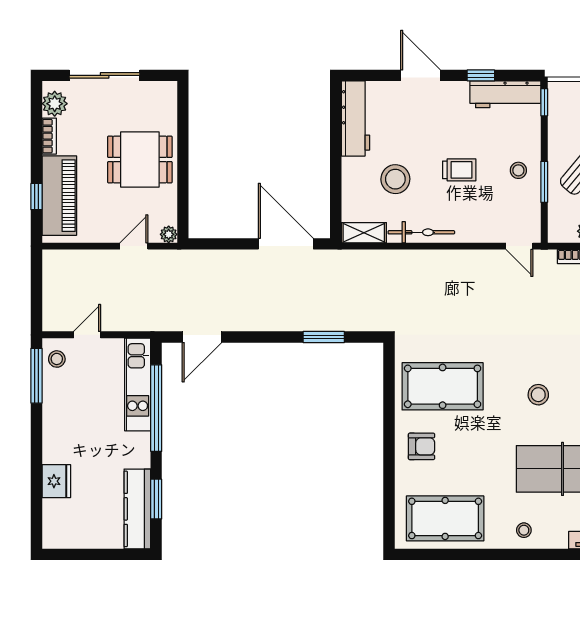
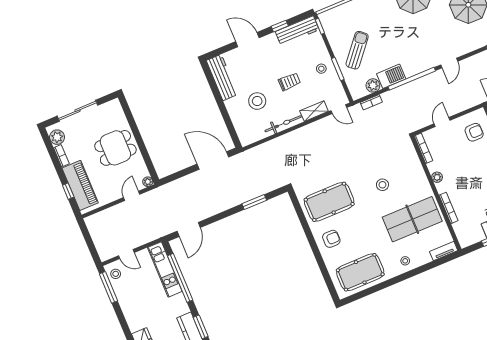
shelving: (364, 233) -> (314, 111), moved
door: (87, 335) -> (126, 254), swing flipped

